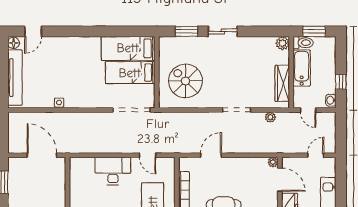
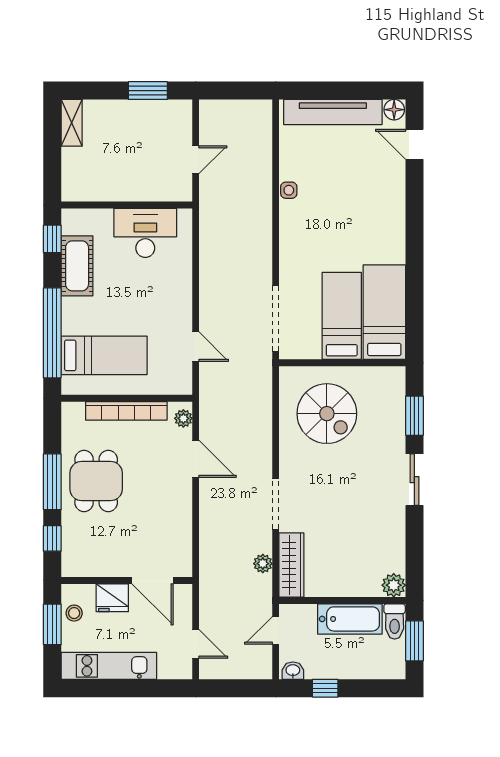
spiral stairs: (185, 81) -> (327, 414), turned 90
wardrobe: (282, 83) -> (291, 565), moved, turned 90
door: (42, 155) -> (196, 160), width x0.53
door: (148, 155) -> (196, 347), swing flipped
plant: (273, 162) -> (183, 418), moved
desk: (113, 171) -> (145, 233), moved, turned -90
door: (280, 180) -> (152, 580), hinge flipped

